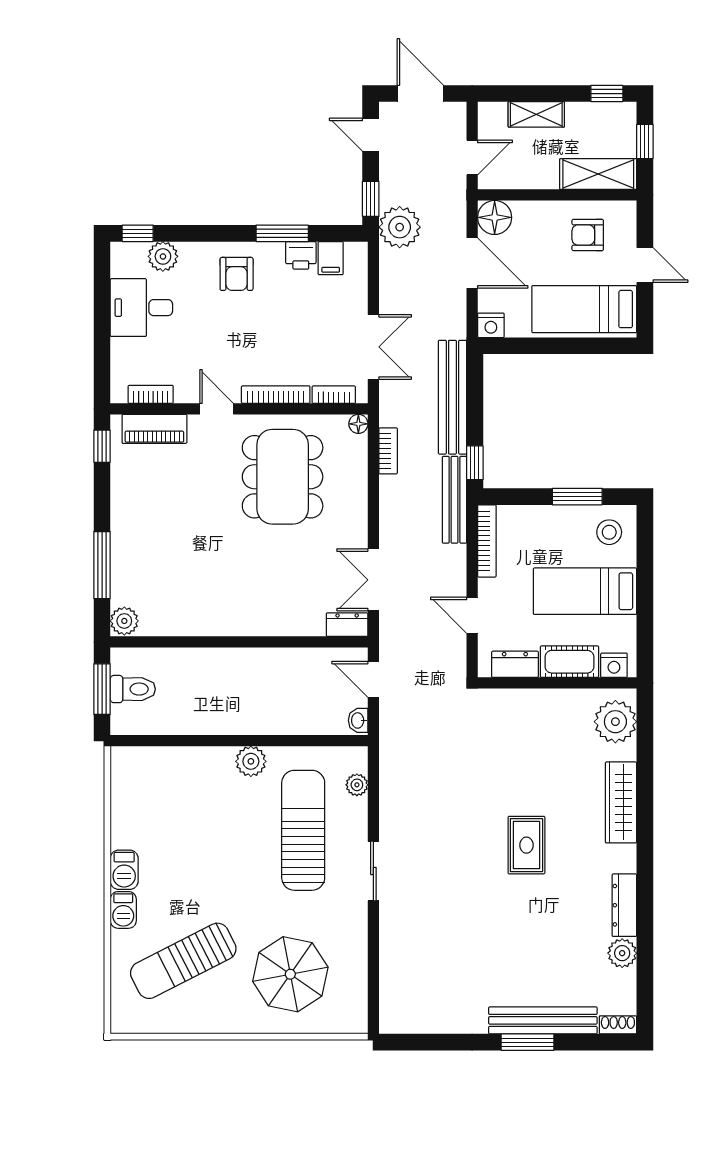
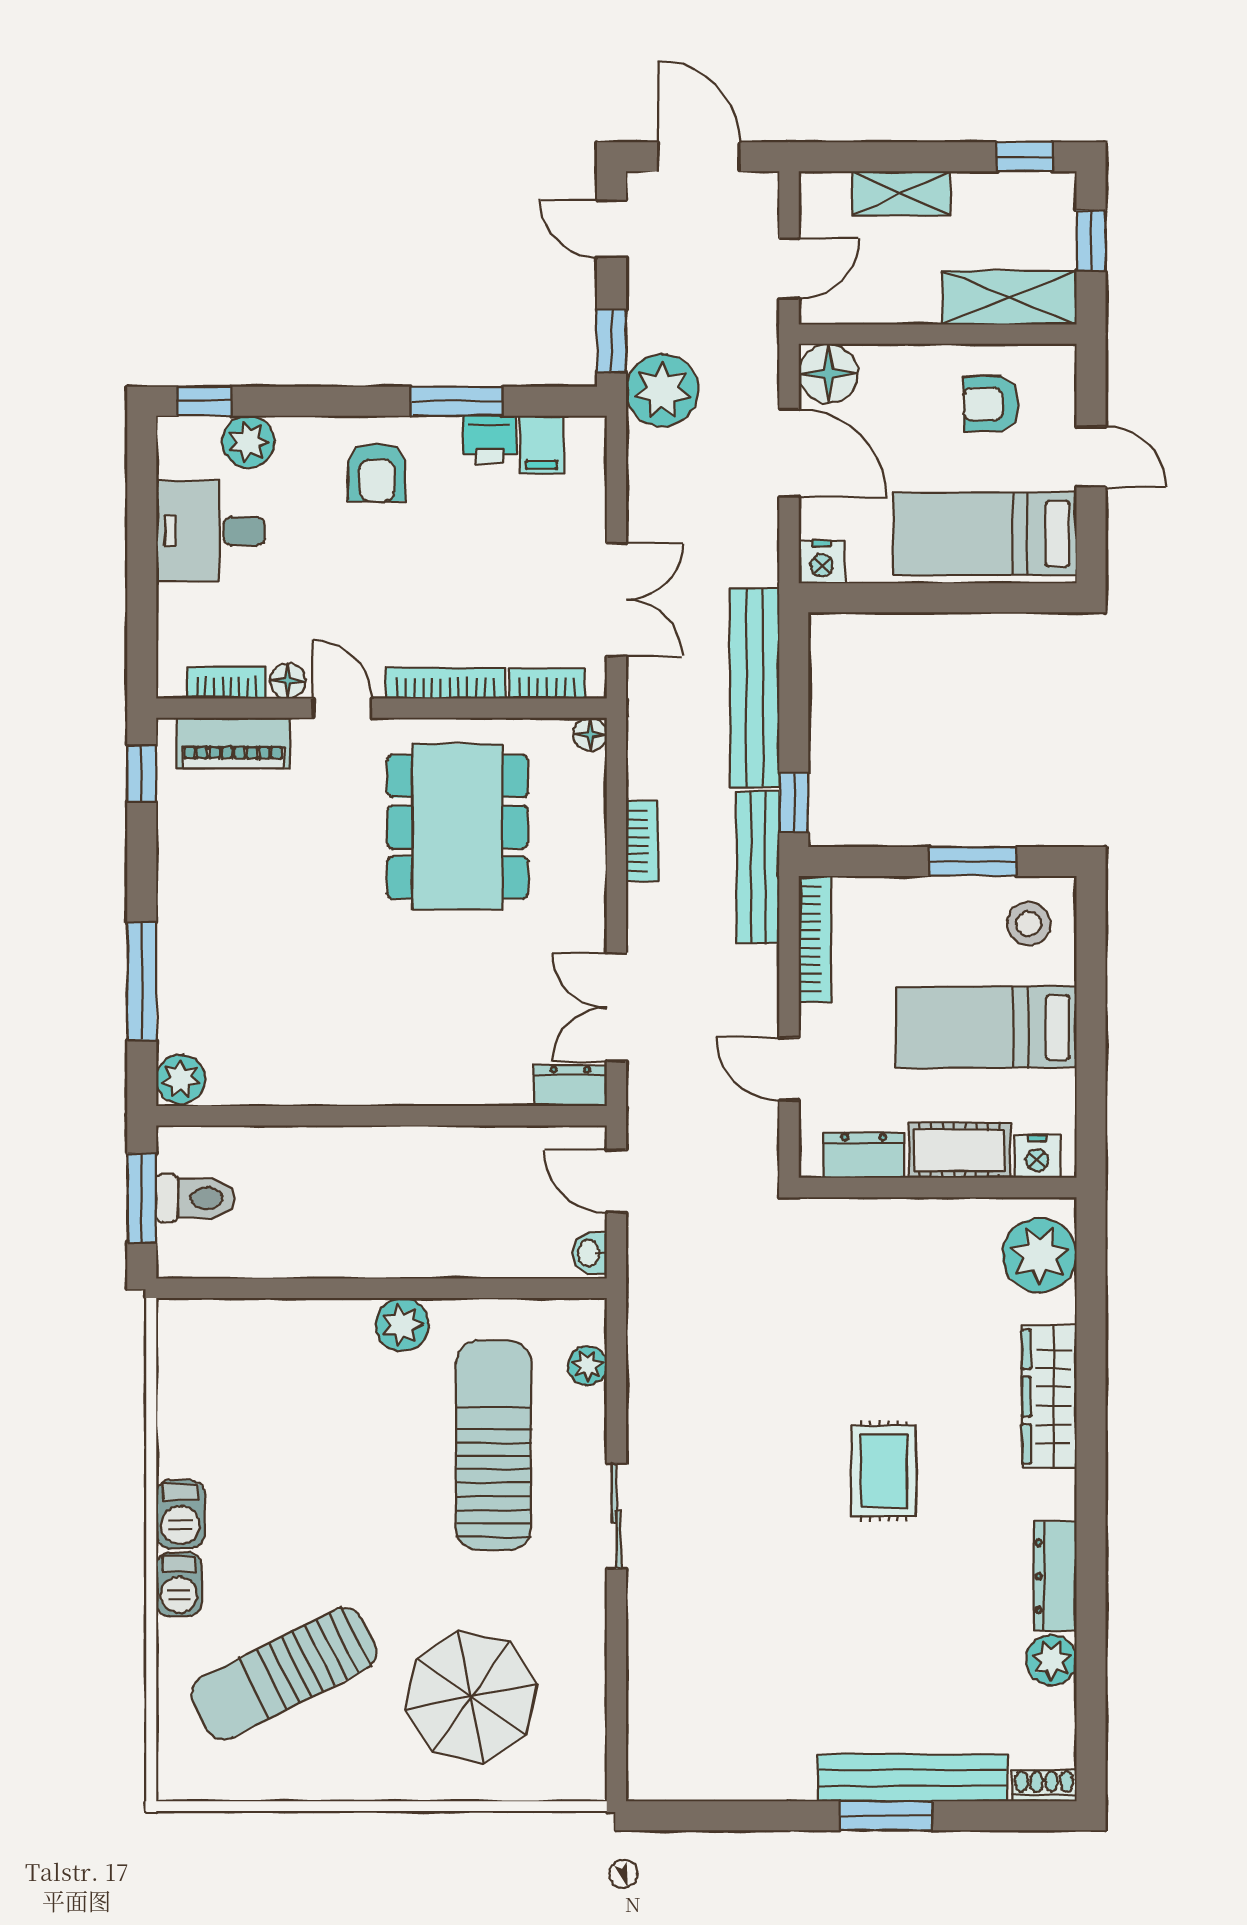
floor lamp: (185, 393) -> (288, 681), added
bookcase: (388, 451) -> (642, 841), moved

